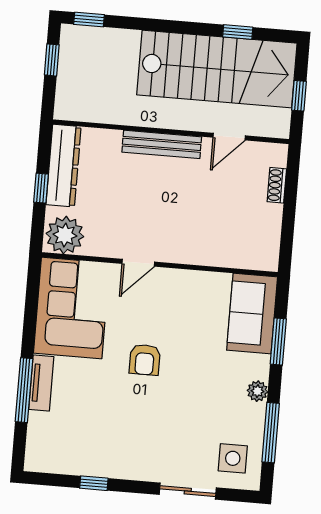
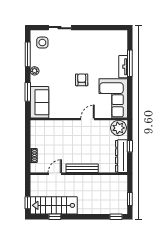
stairs: (217, 69) -> (54, 205), width x0.73, depth x0.66
window: (299, 96) -> (28, 203), moved
window: (94, 483) -> (98, 28), removed

